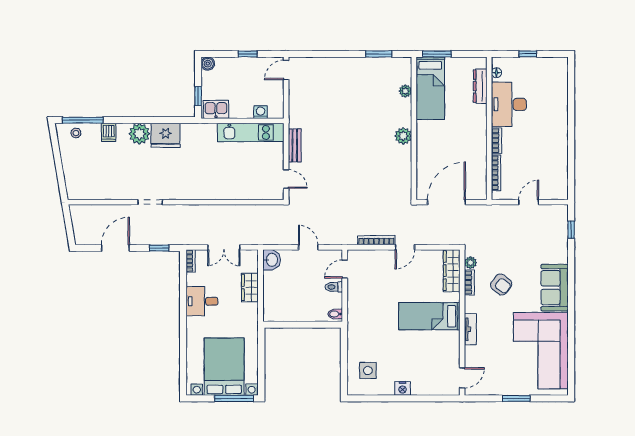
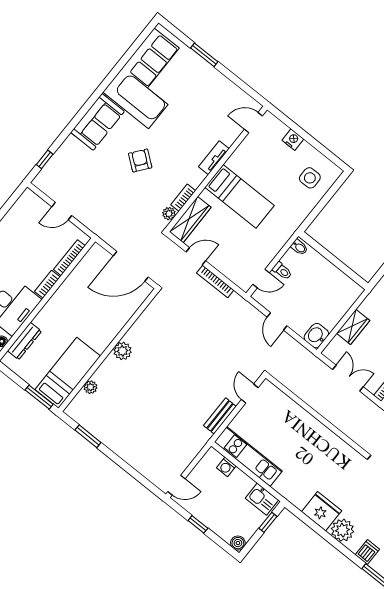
plant: (470, 263) -> (169, 214), moved
wardrobe: (452, 271) -> (190, 220), moved
bookcase: (469, 282) -> (183, 198), moved
bed: (429, 316) -> (239, 196), moved
wall: (462, 322) -> (216, 169), moved
tv unit: (470, 329) -> (214, 158), moved
door: (462, 378) -> (253, 123), moved

